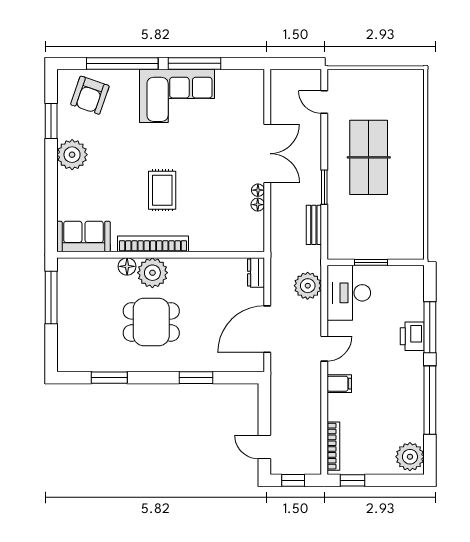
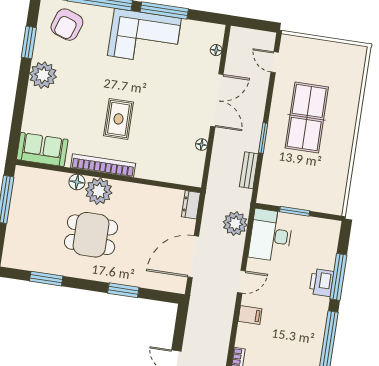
floor lamp: (258, 190) -> (216, 50), moved

